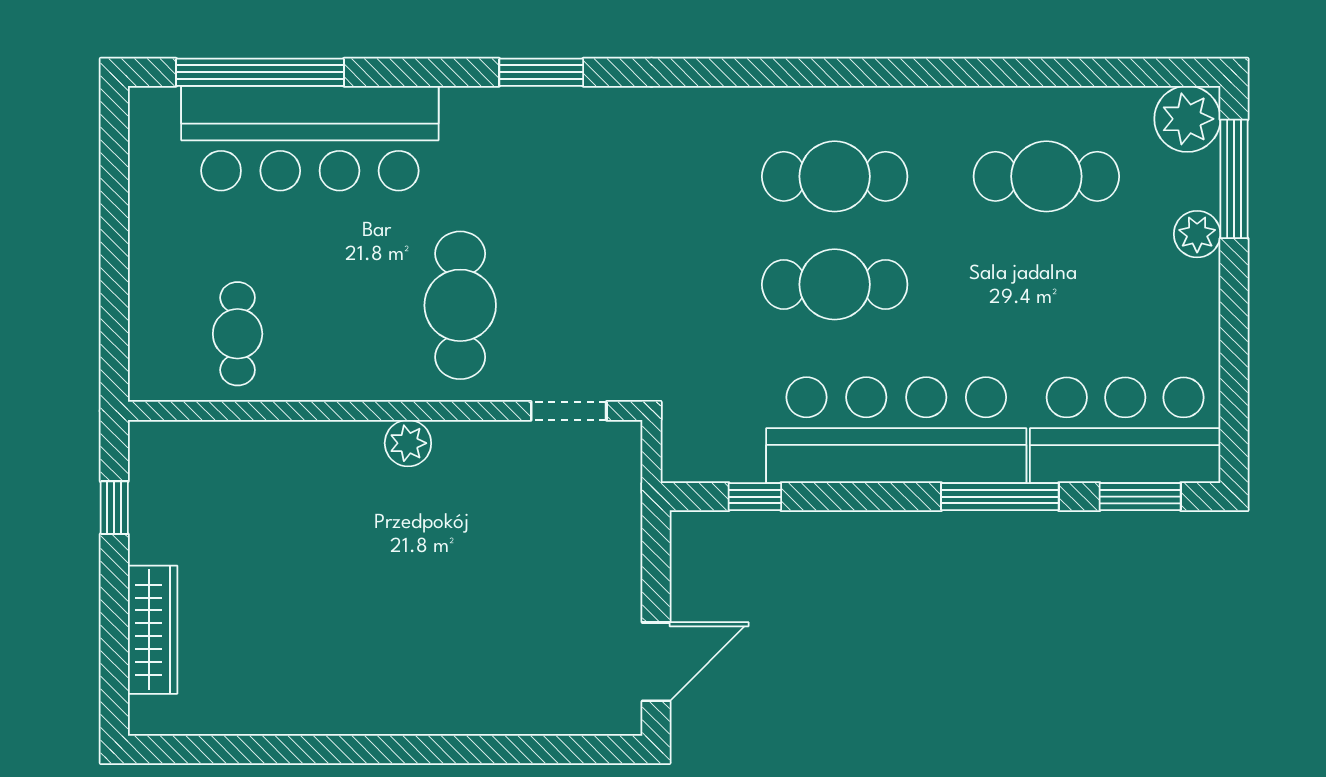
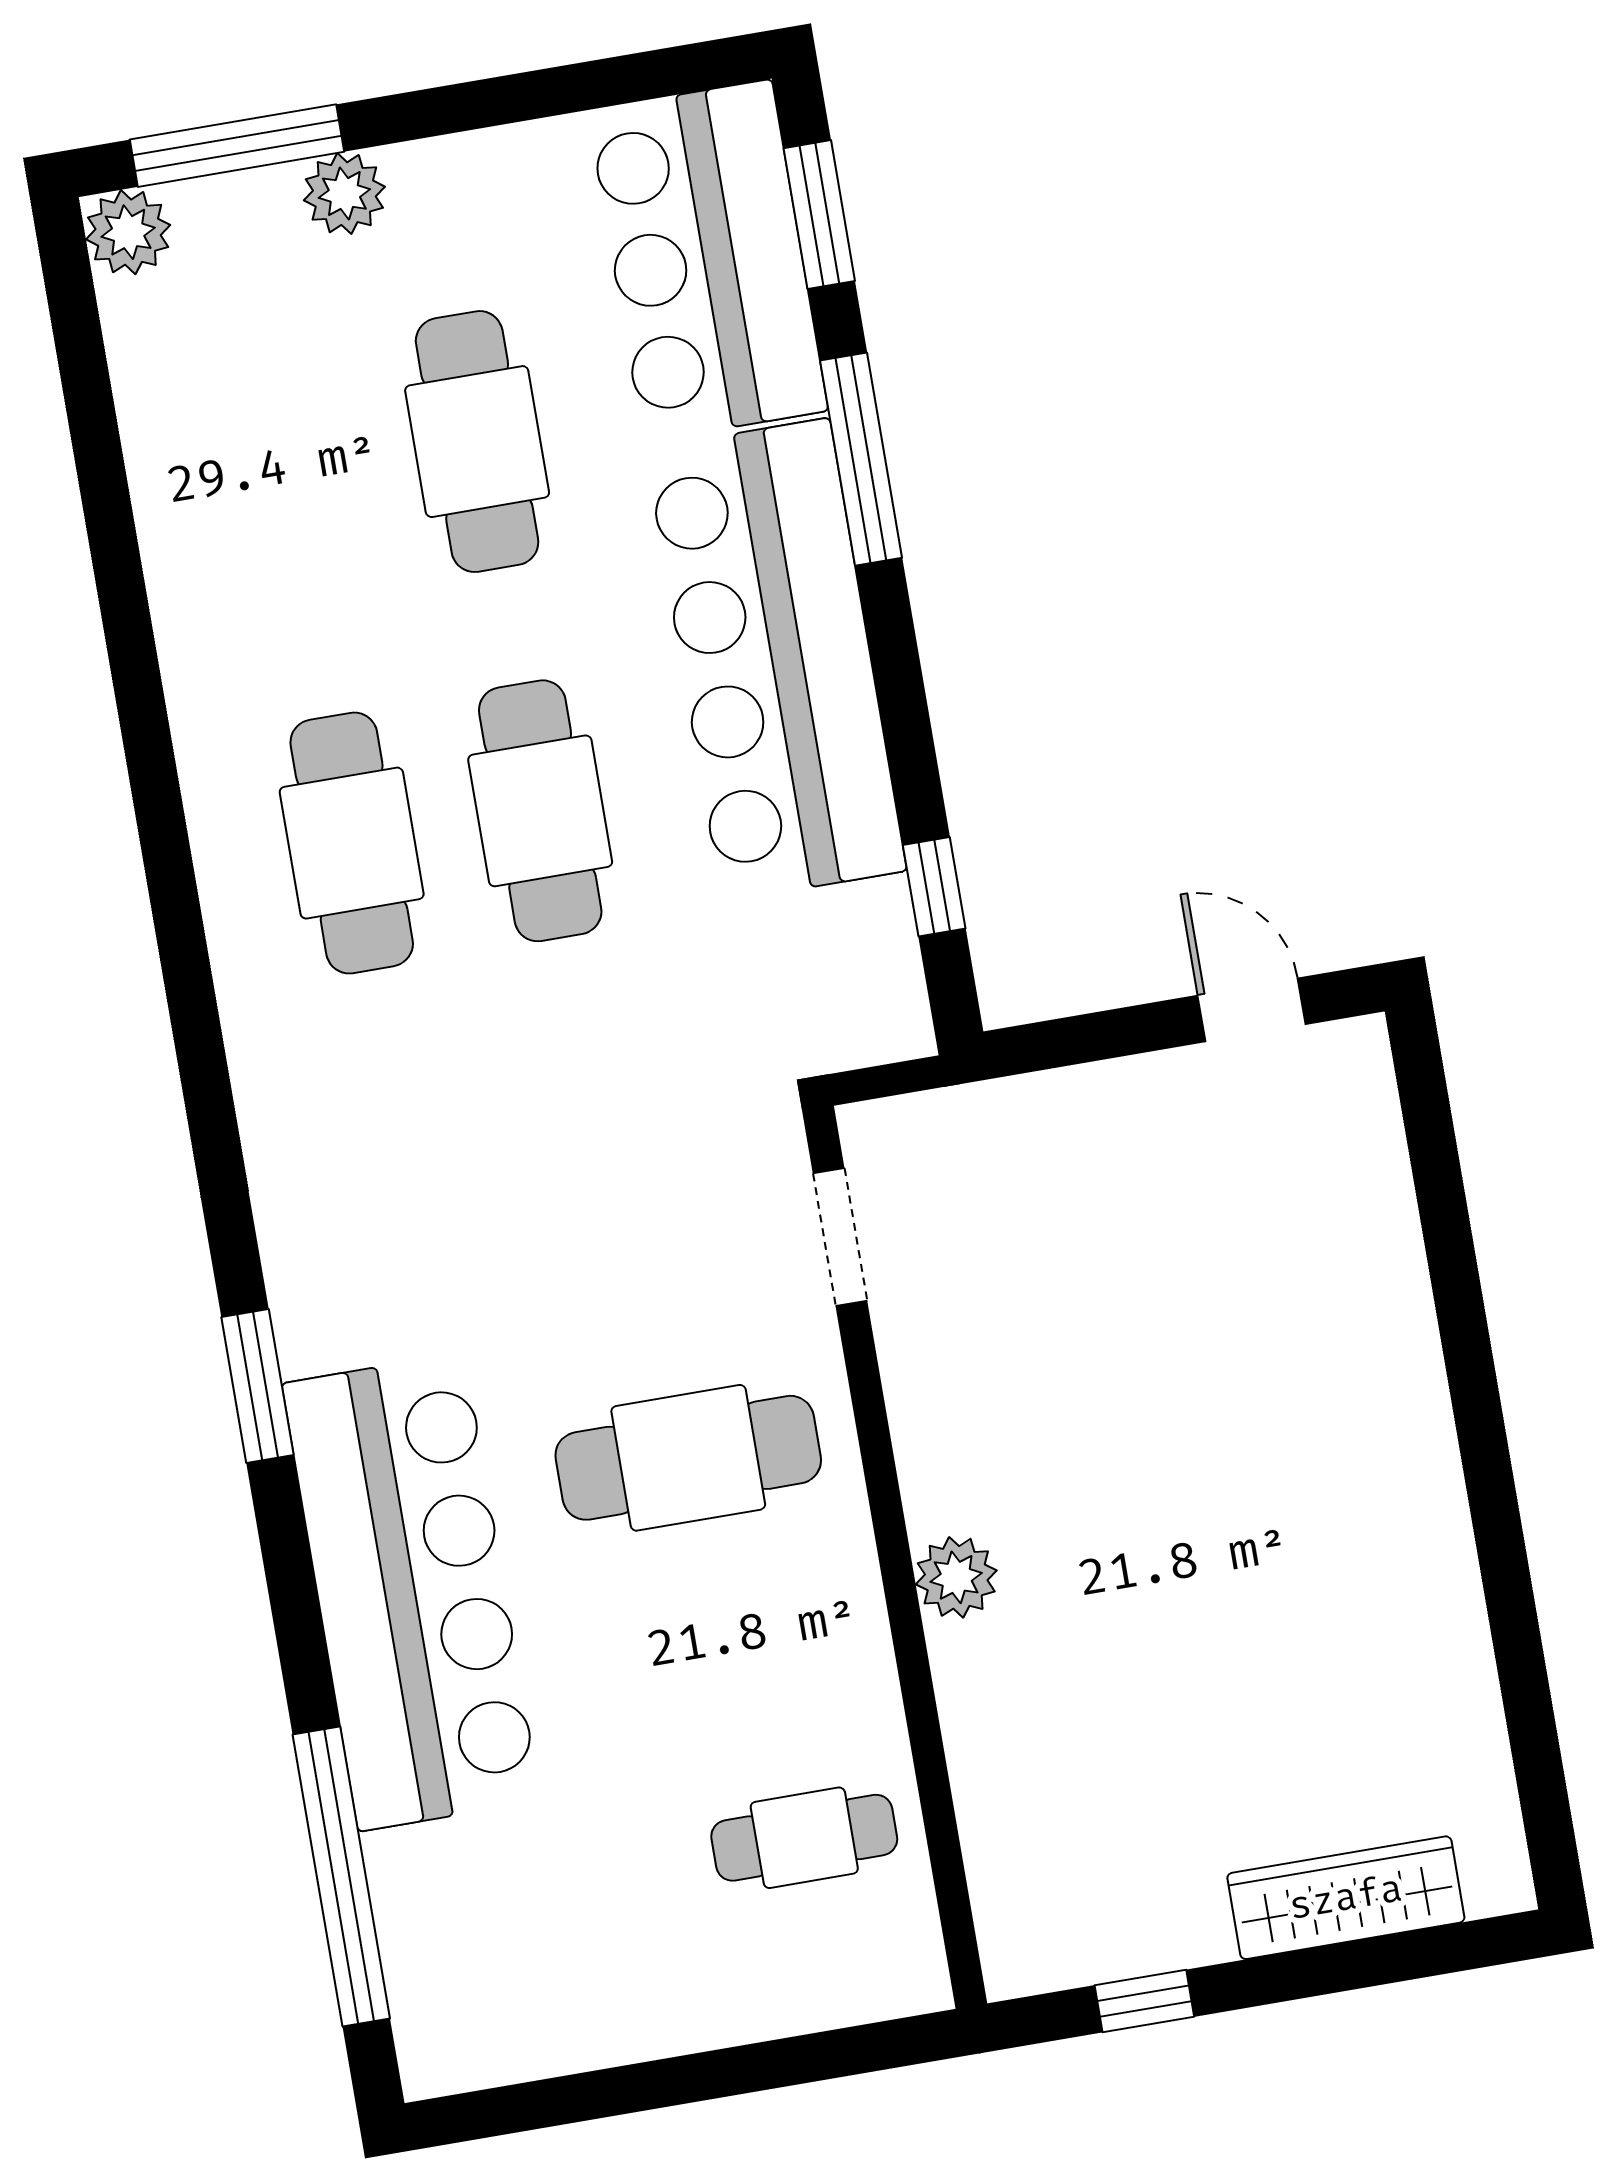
plant: (1187, 119) -> (128, 232), width x0.73, depth x0.73
bar counter: (310, 138) -> (411, 1592), moved
cafe table: (1046, 176) -> (477, 442), moved
plant: (408, 443) -> (956, 1577), moved
door: (656, 662) -> (1252, 1010), width x0.73

